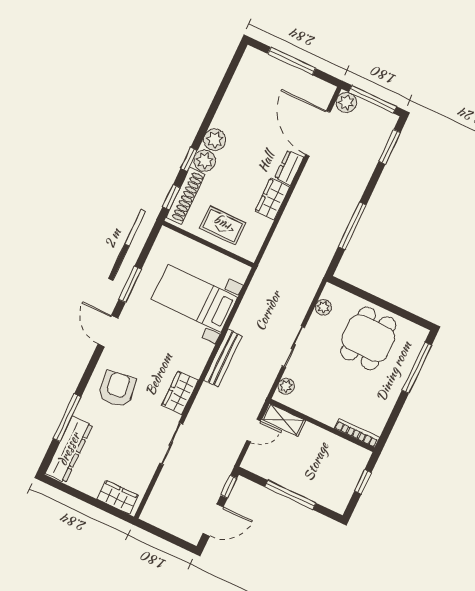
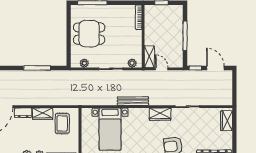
rug: (223, 225) -> (62, 123), moved

